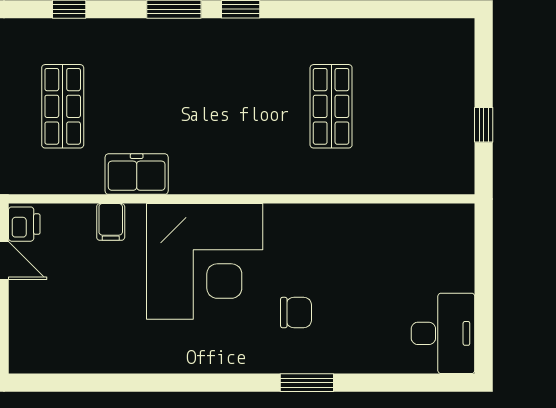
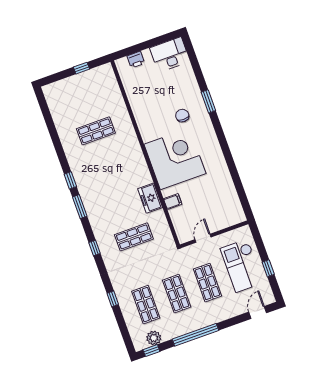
printer: (24, 224) -> (136, 60), moved, turned 180

